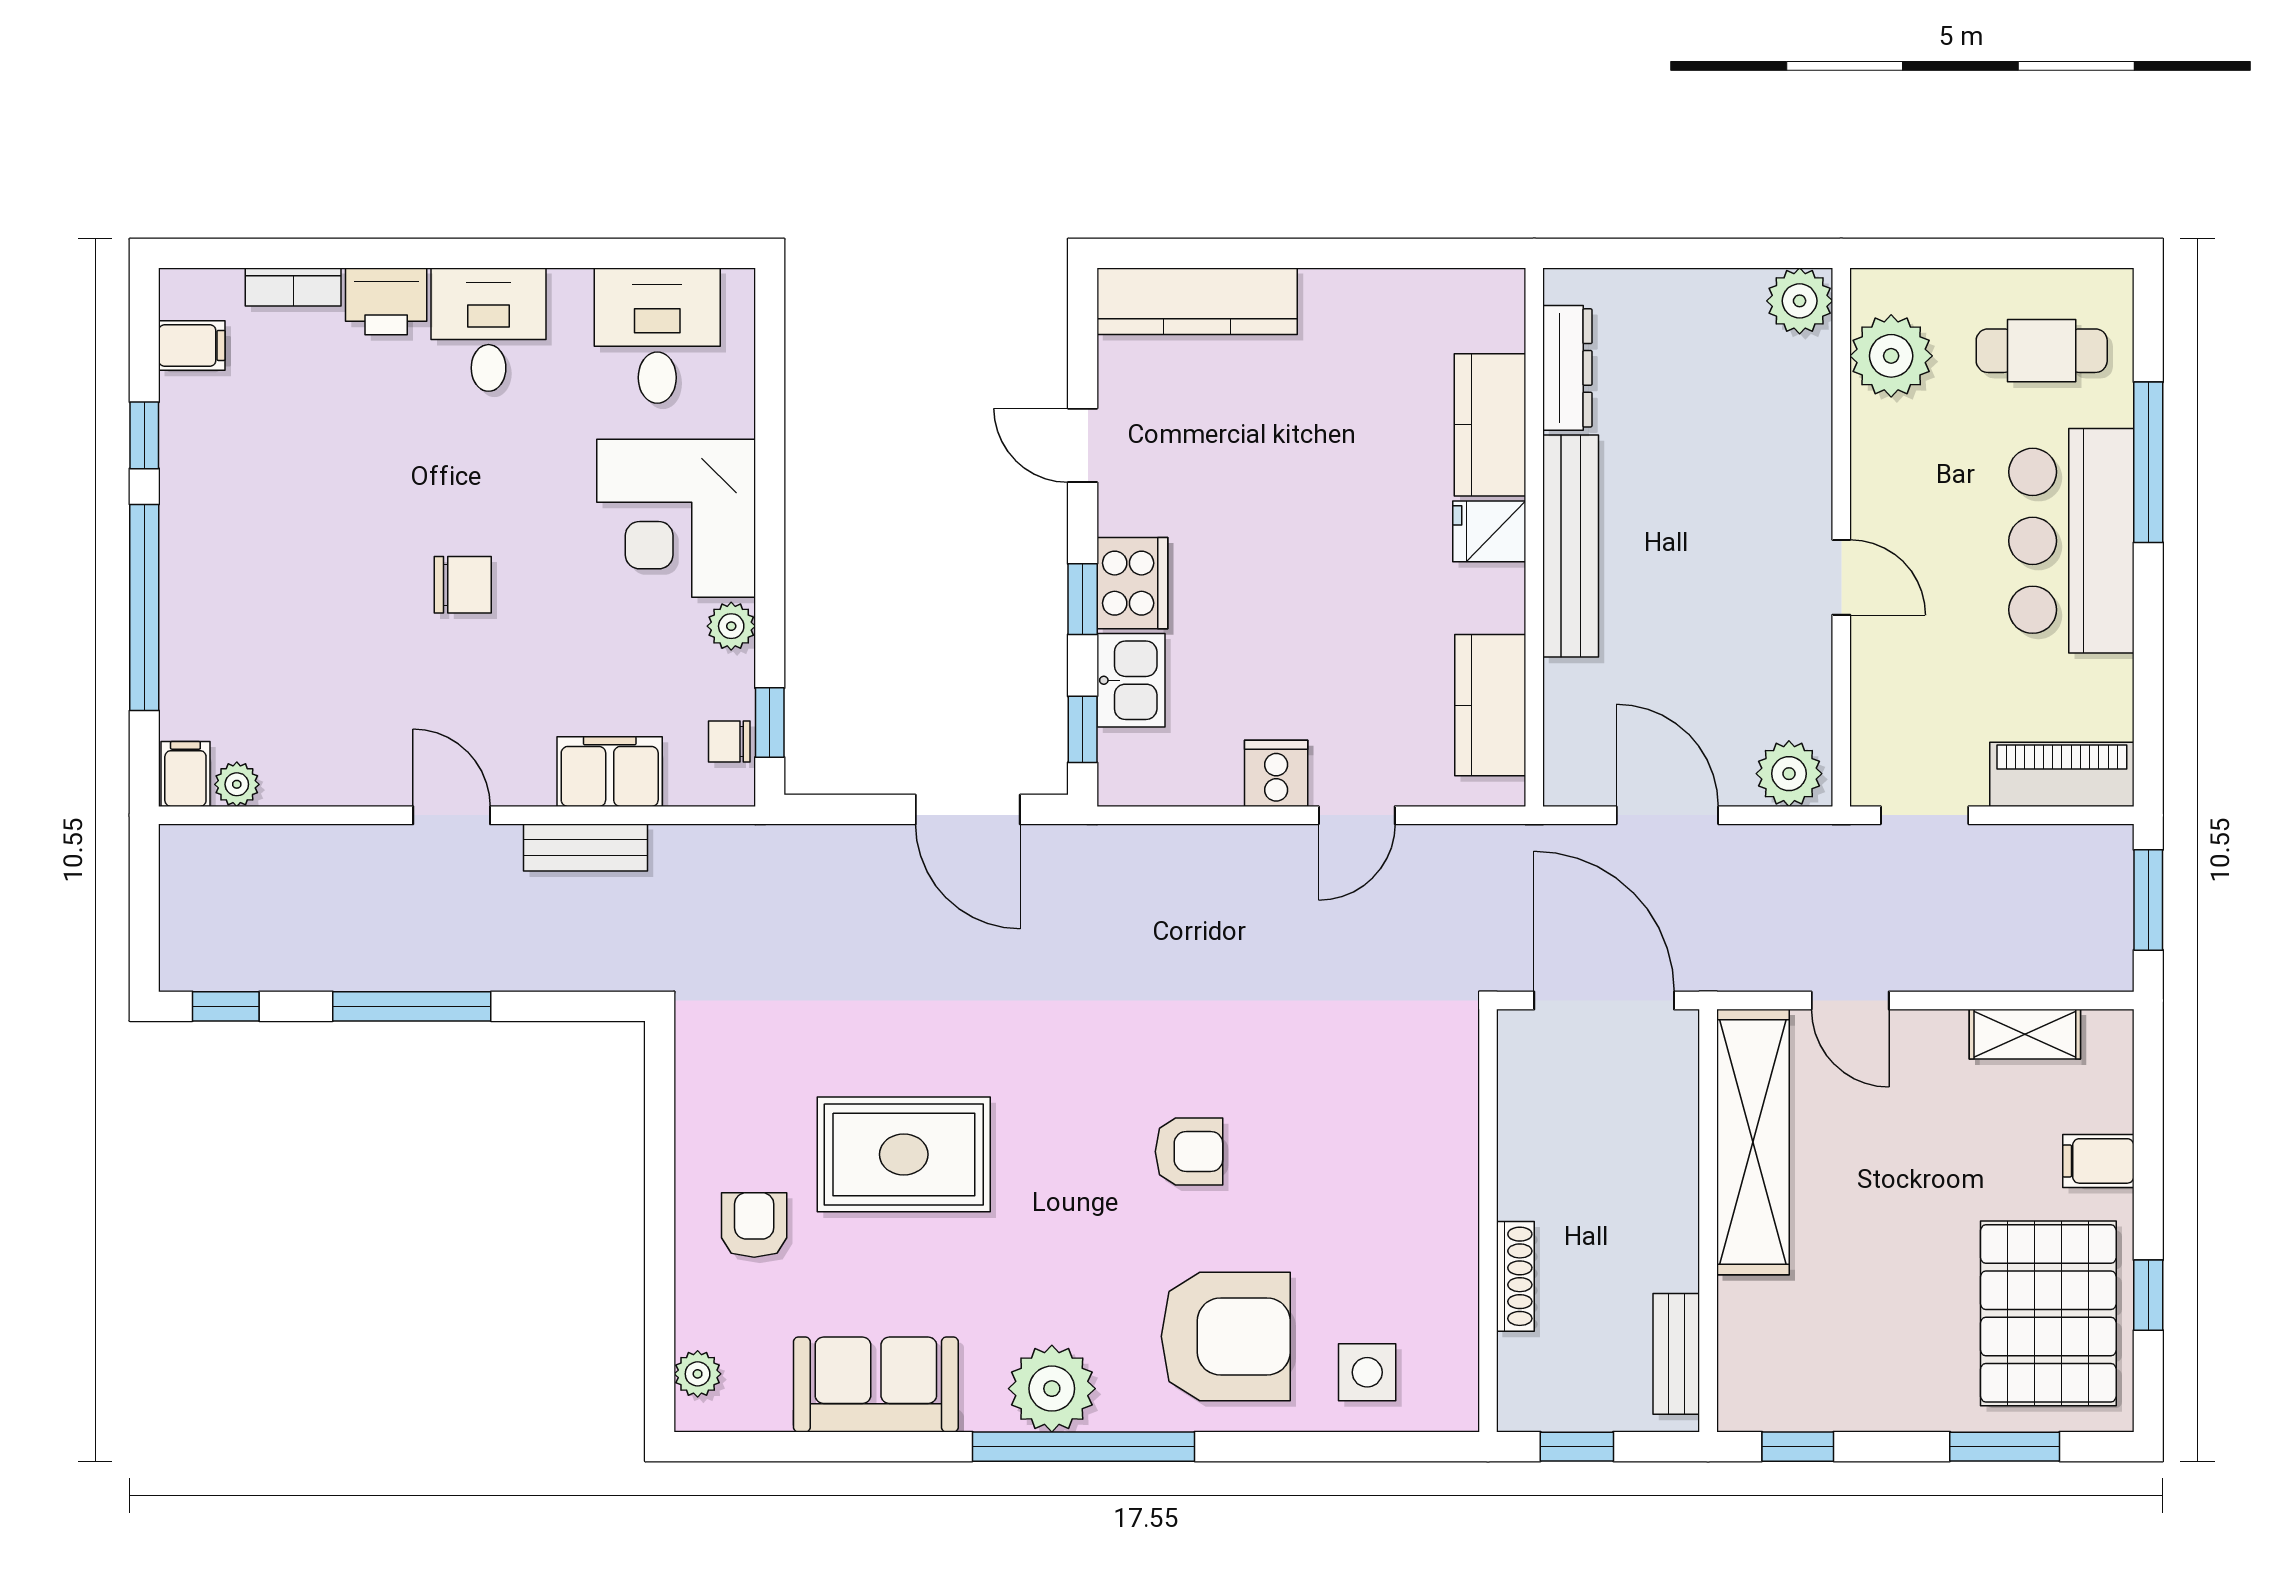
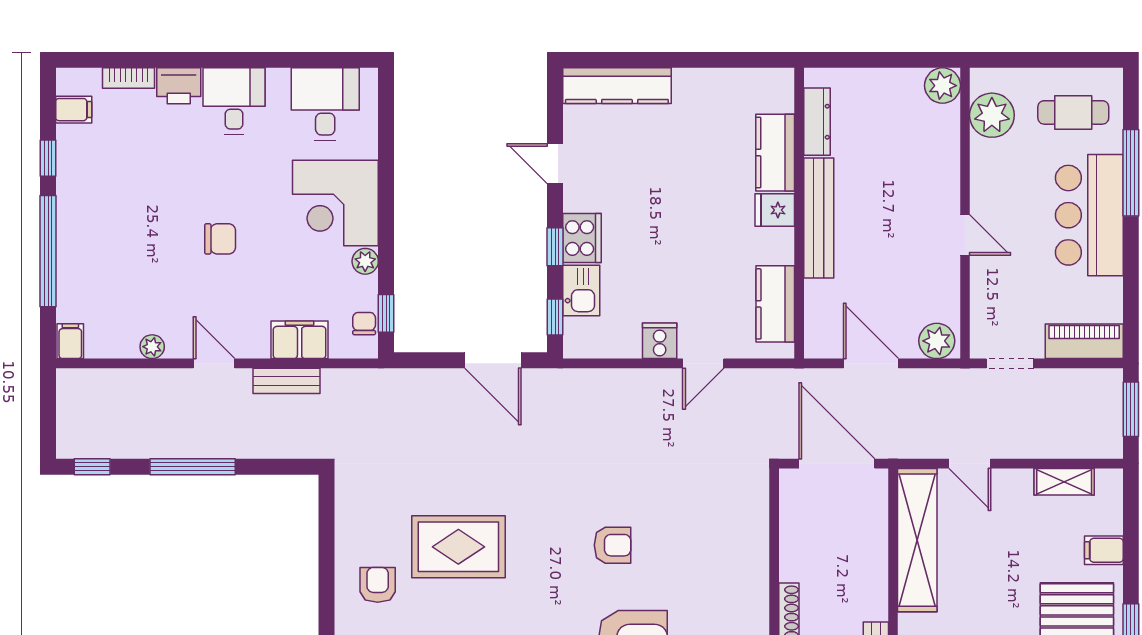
chair: (729, 741) -> (364, 324), turned 90
plant: (237, 784) -> (152, 347), moved

